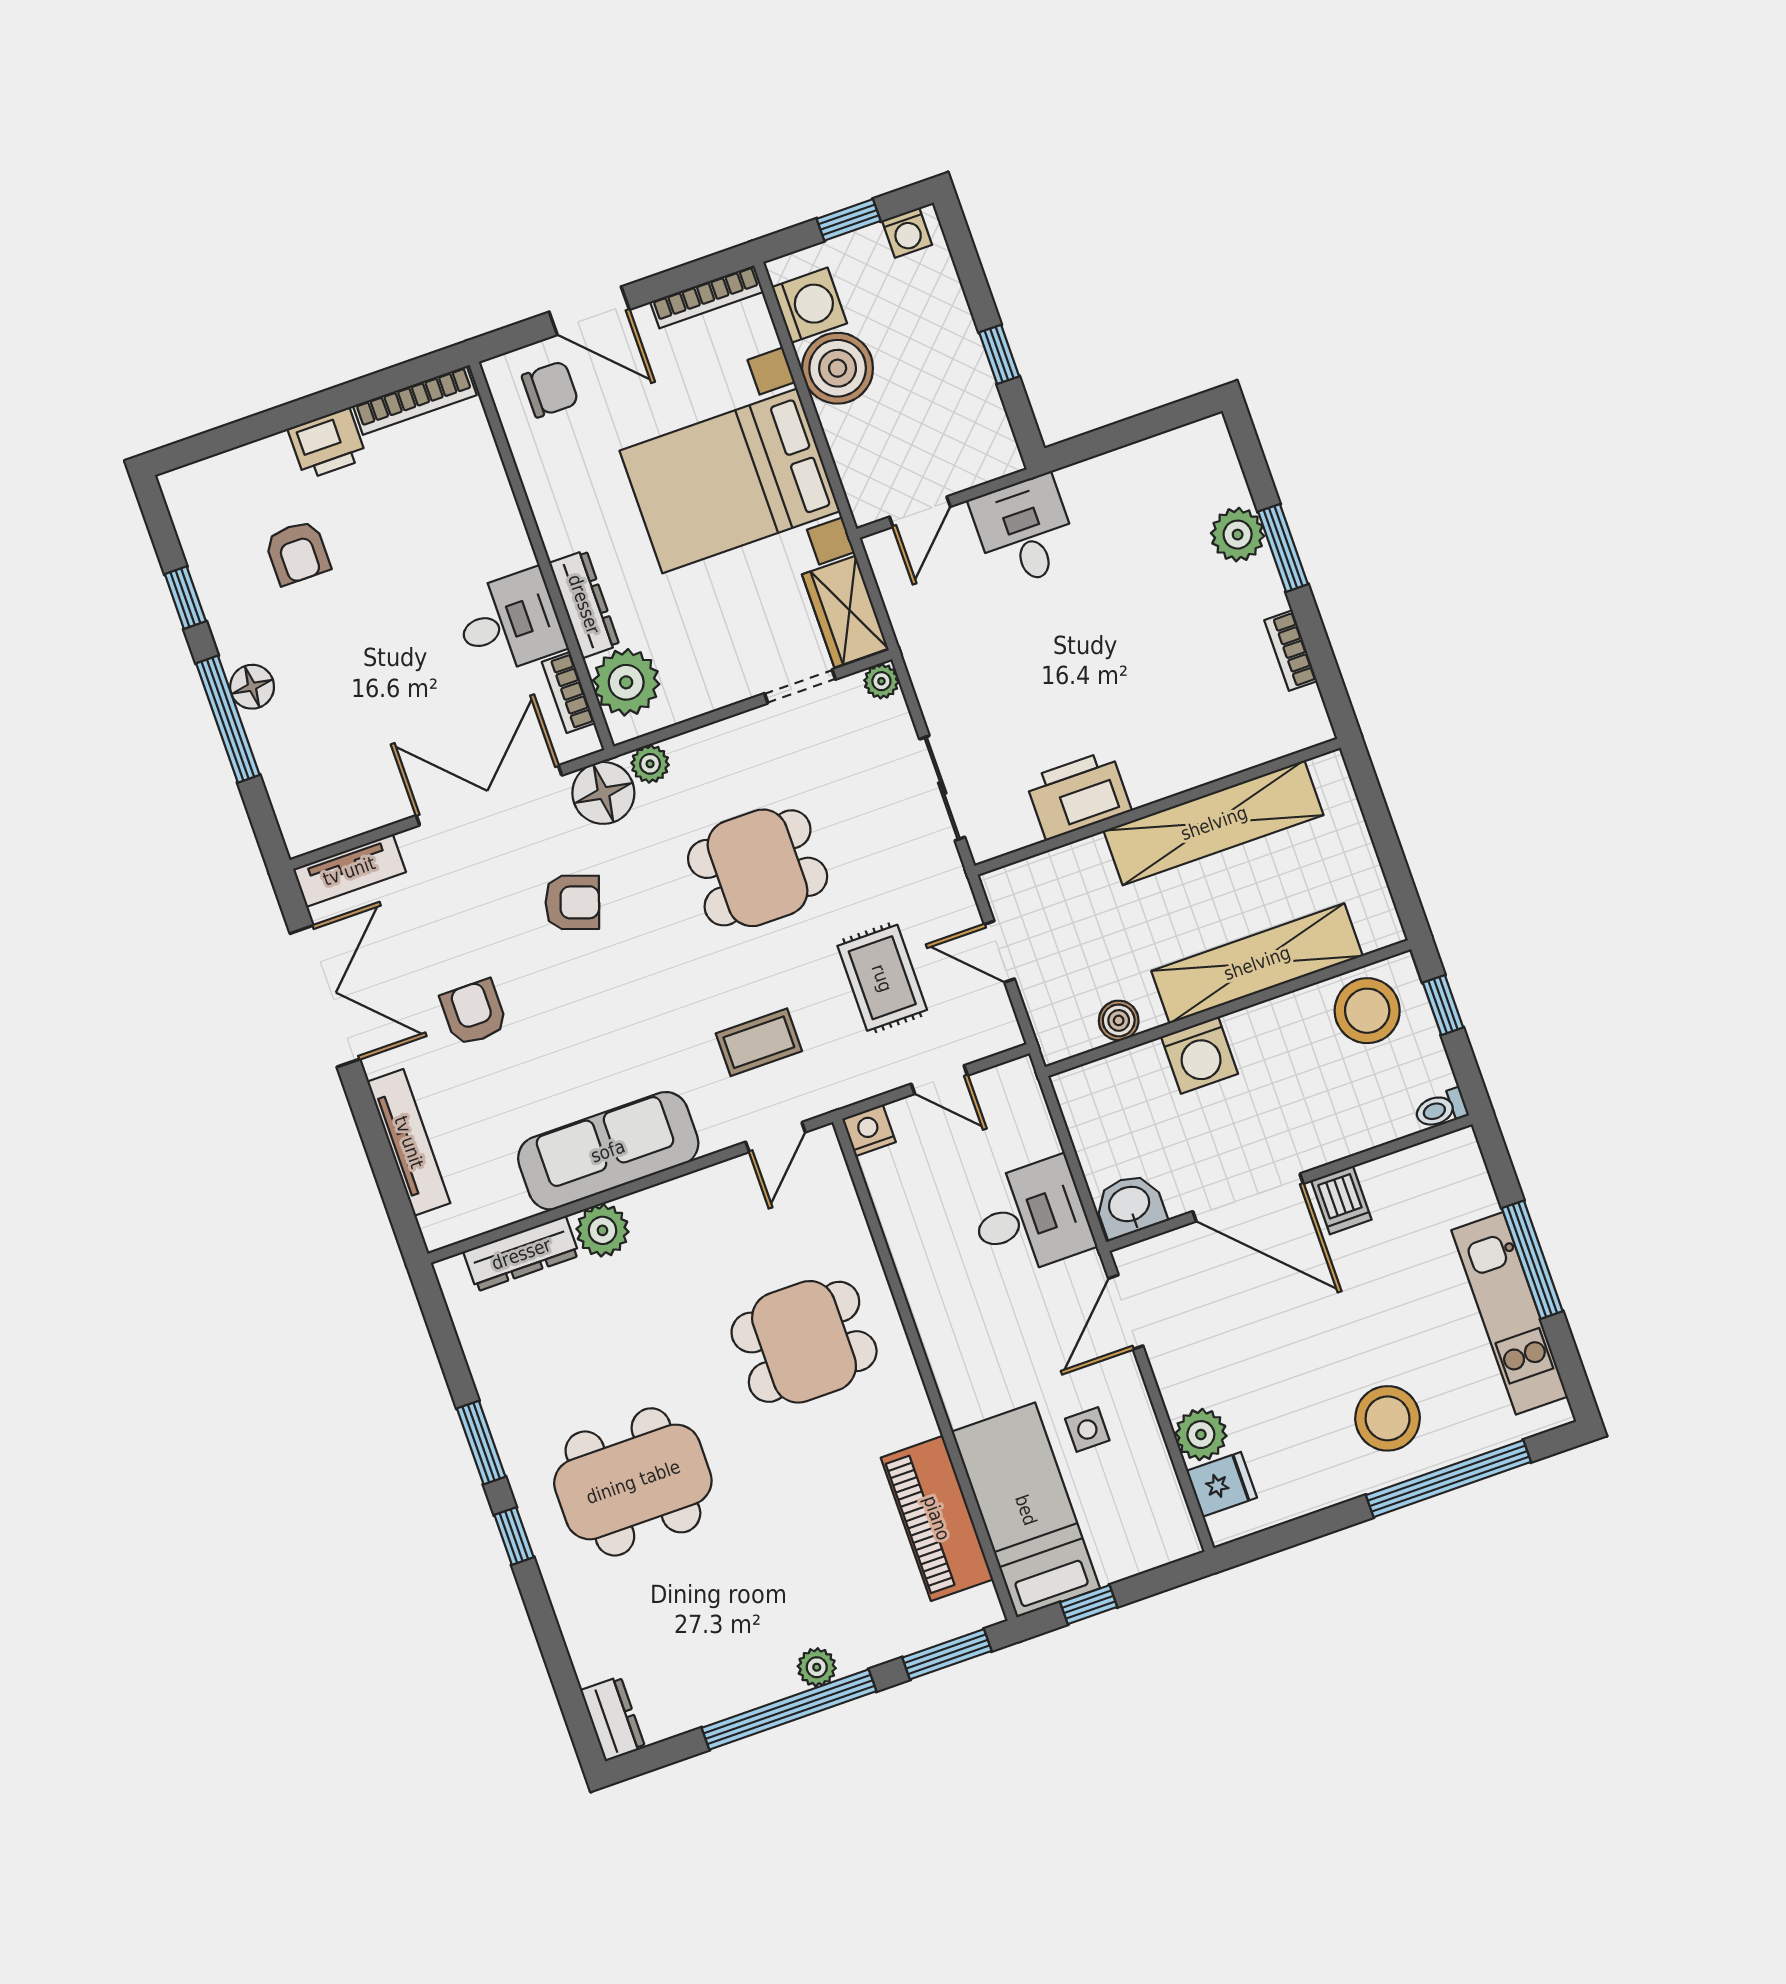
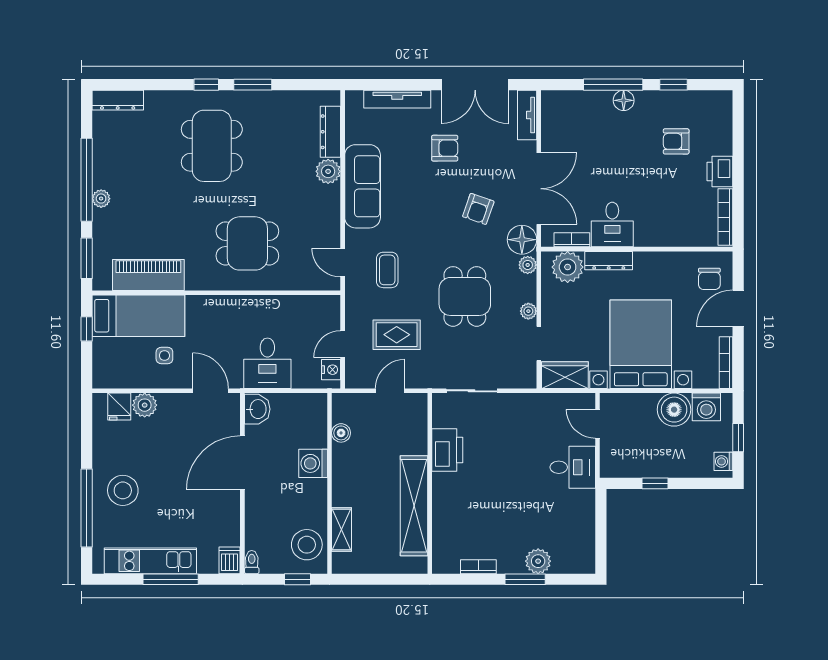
plant: (881, 681) -> (528, 311), moved
shelving: (1257, 963) -> (342, 529), width x0.45, depth x0.75
nightstand: (869, 1130) -> (331, 370), moved
dishwasher: (1341, 1200) -> (230, 560), moved, turned 90
dining table: (804, 1342) -> (247, 243), turned 90
dresser: (613, 1719) -> (118, 100), width x1.44

